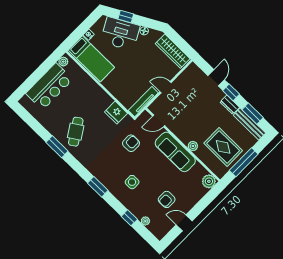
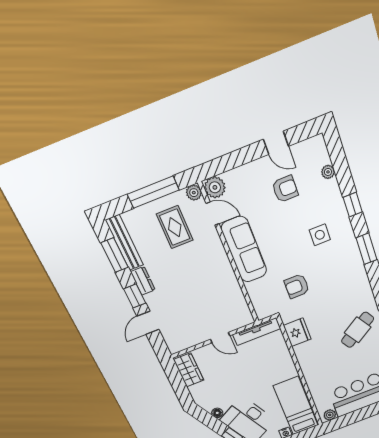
wardrobe: (173, 51) -> (189, 370), width x0.67
door: (159, 121) -> (213, 214), moved
plant: (193, 146) -> (194, 193), moved
rug: (223, 147) -> (175, 227), width x0.73, depth x0.70
window: (129, 218) -> (353, 205), moved

